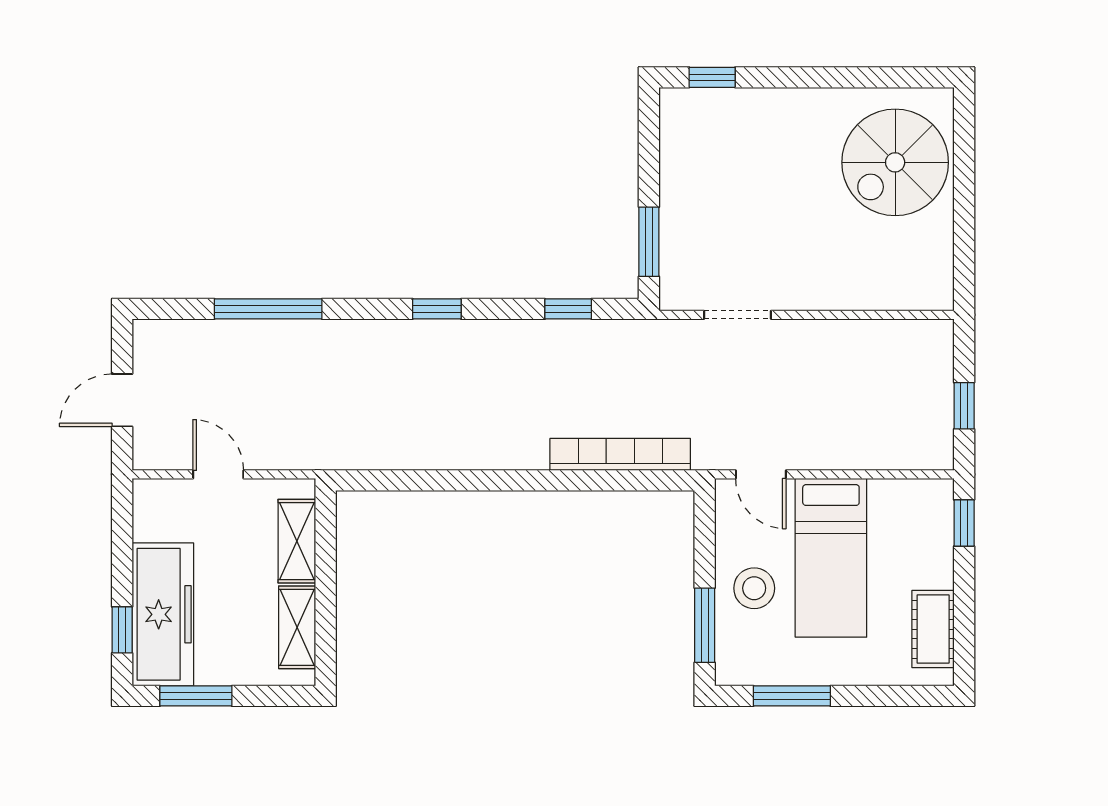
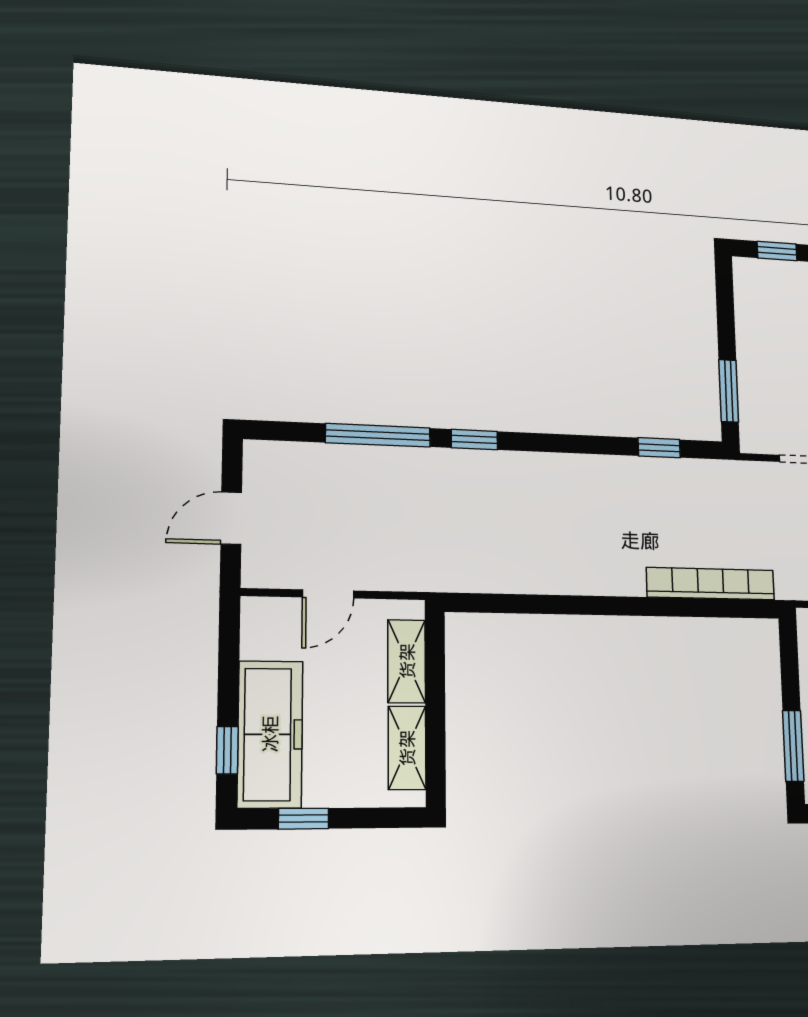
window: (437, 309) -> (474, 440), moved
door: (218, 474) -> (328, 594), swing flipped
window: (196, 696) -> (304, 819), width x0.67

